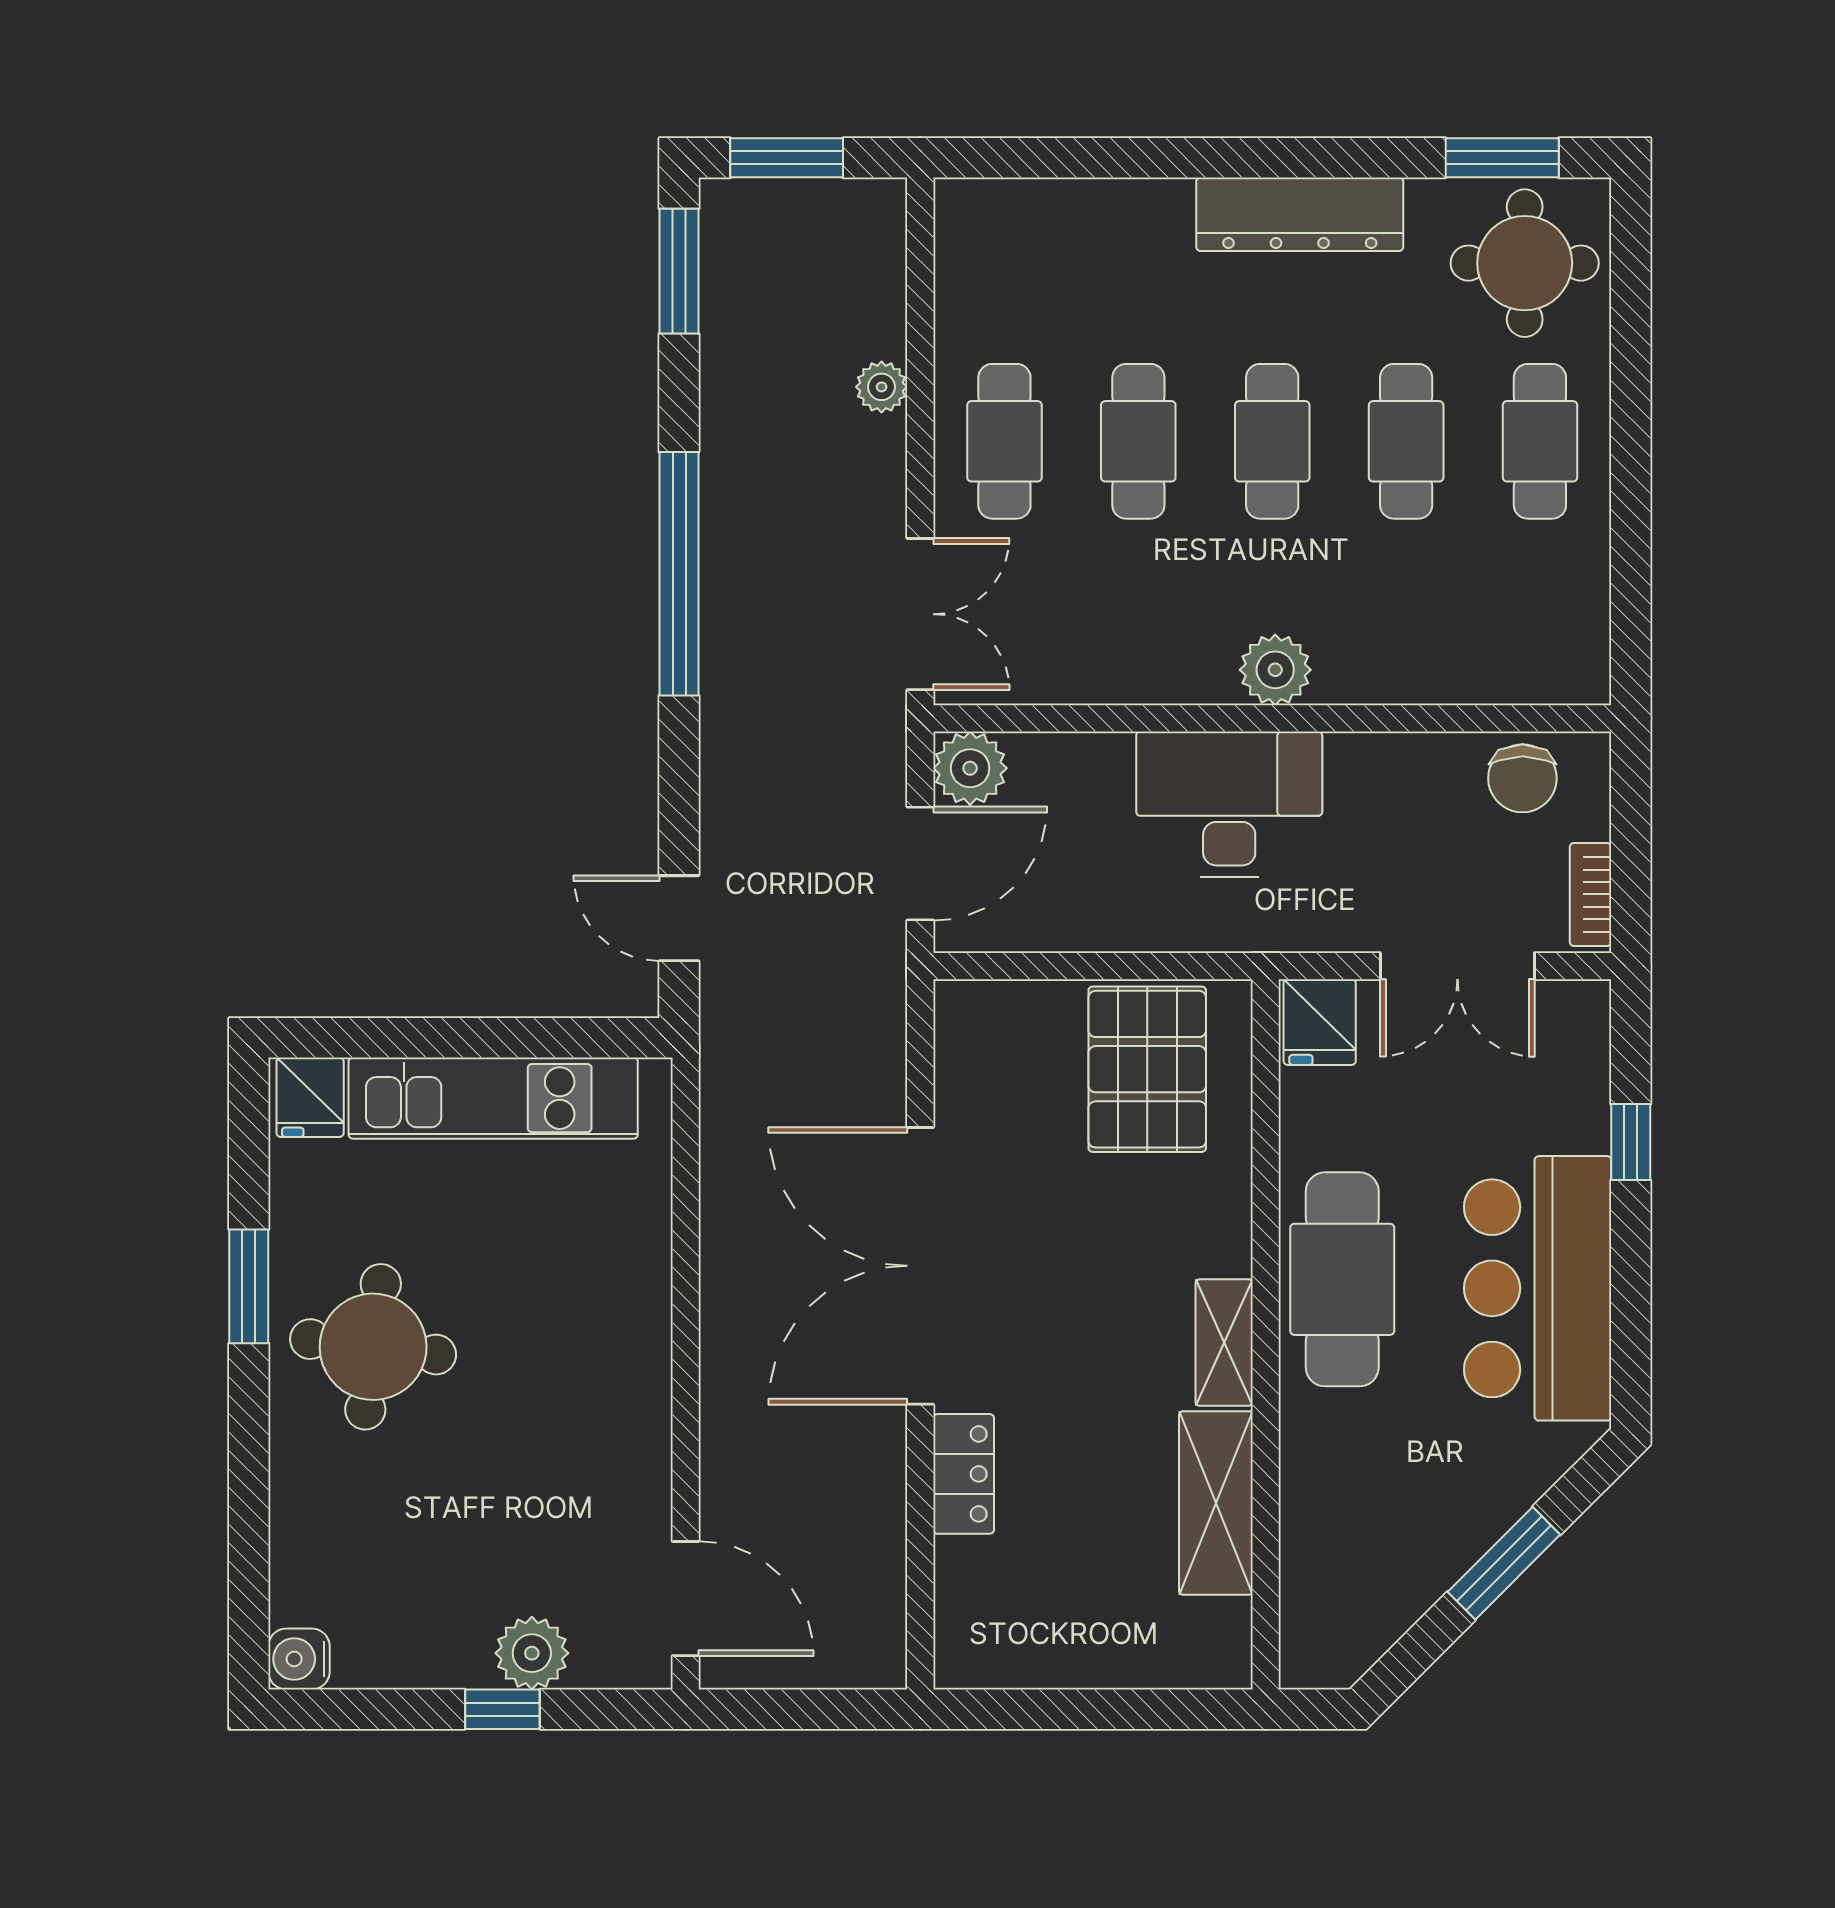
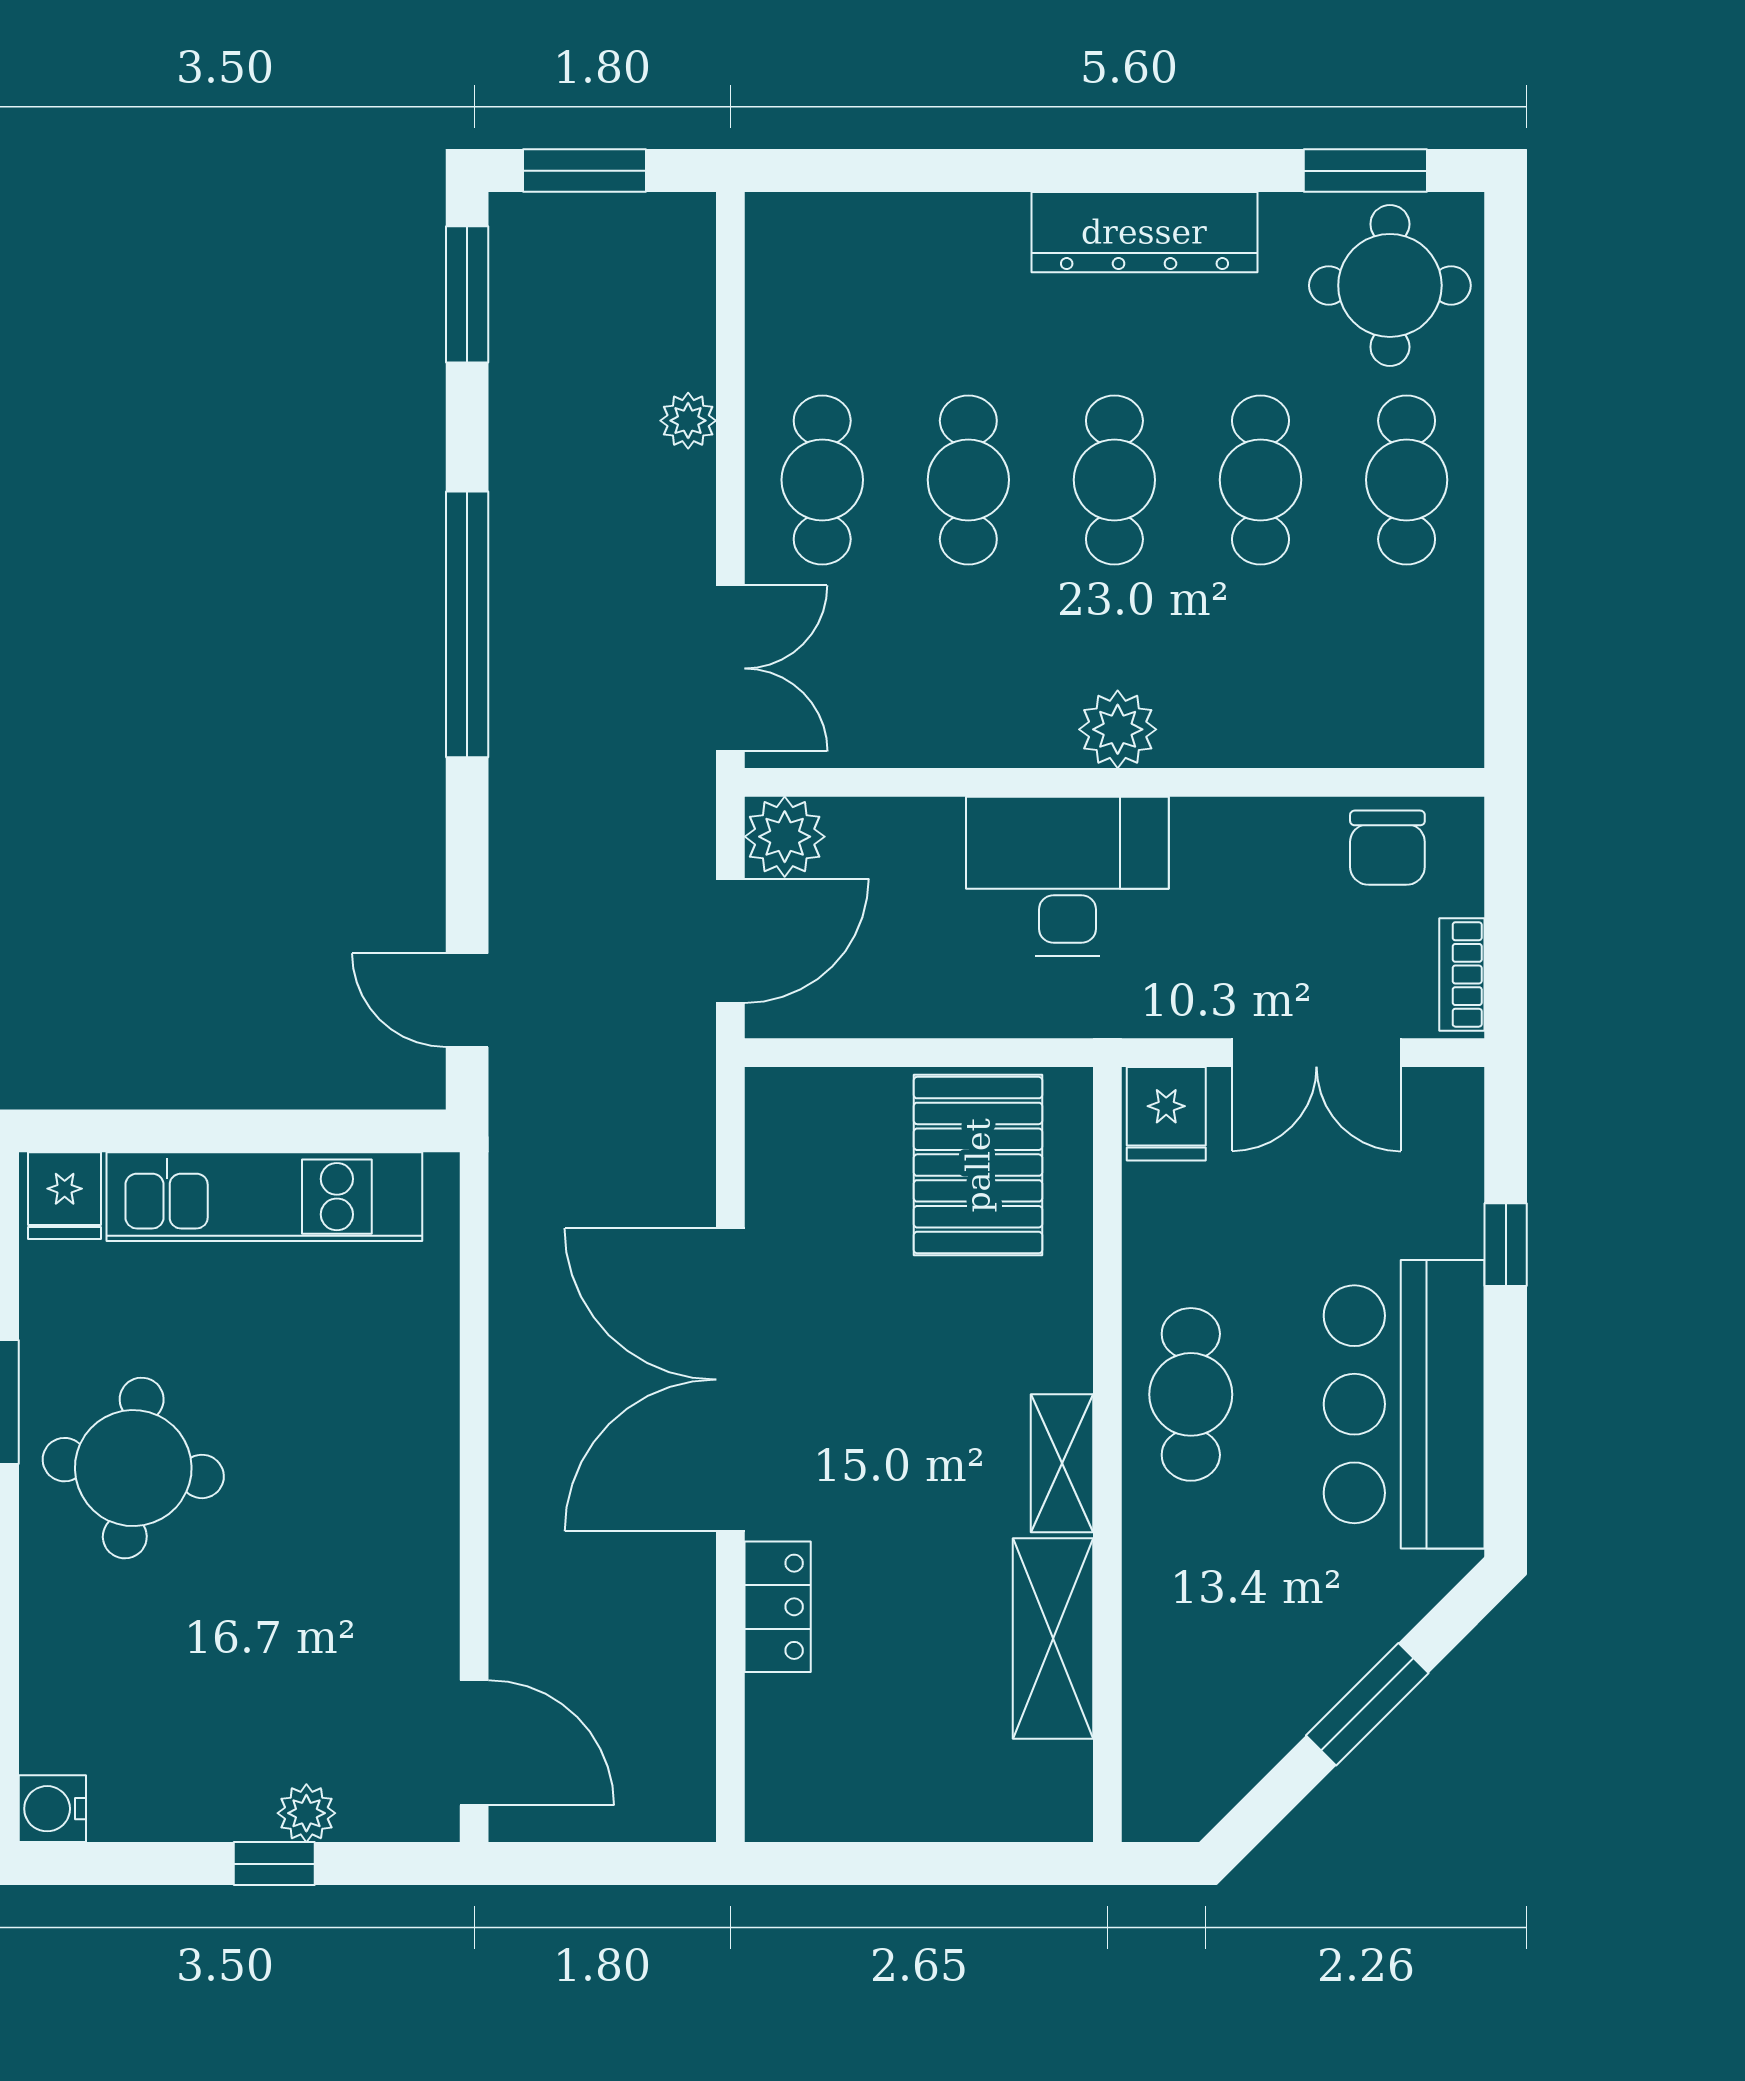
cafe table: (1342, 1279) -> (1191, 1394), width x0.73, depth x0.74
plant: (532, 1653) -> (306, 1813), width x0.73, depth x0.73

